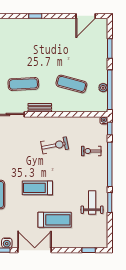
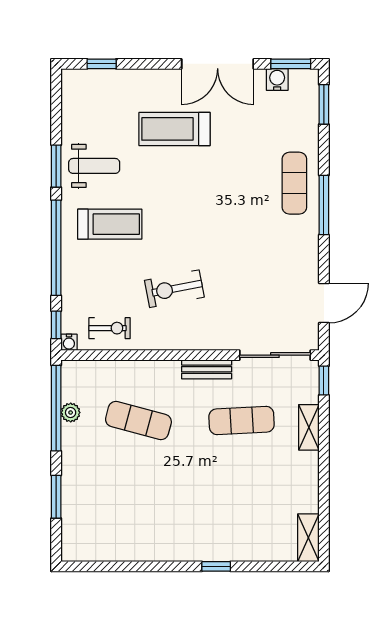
door: (86, 16) -> (108, 566), removed
exercise bike: (91, 151) -> (110, 328), moved
treadmill: (37, 188) -> (110, 224), moved
weight bench: (92, 203) -> (94, 166), turned -90

